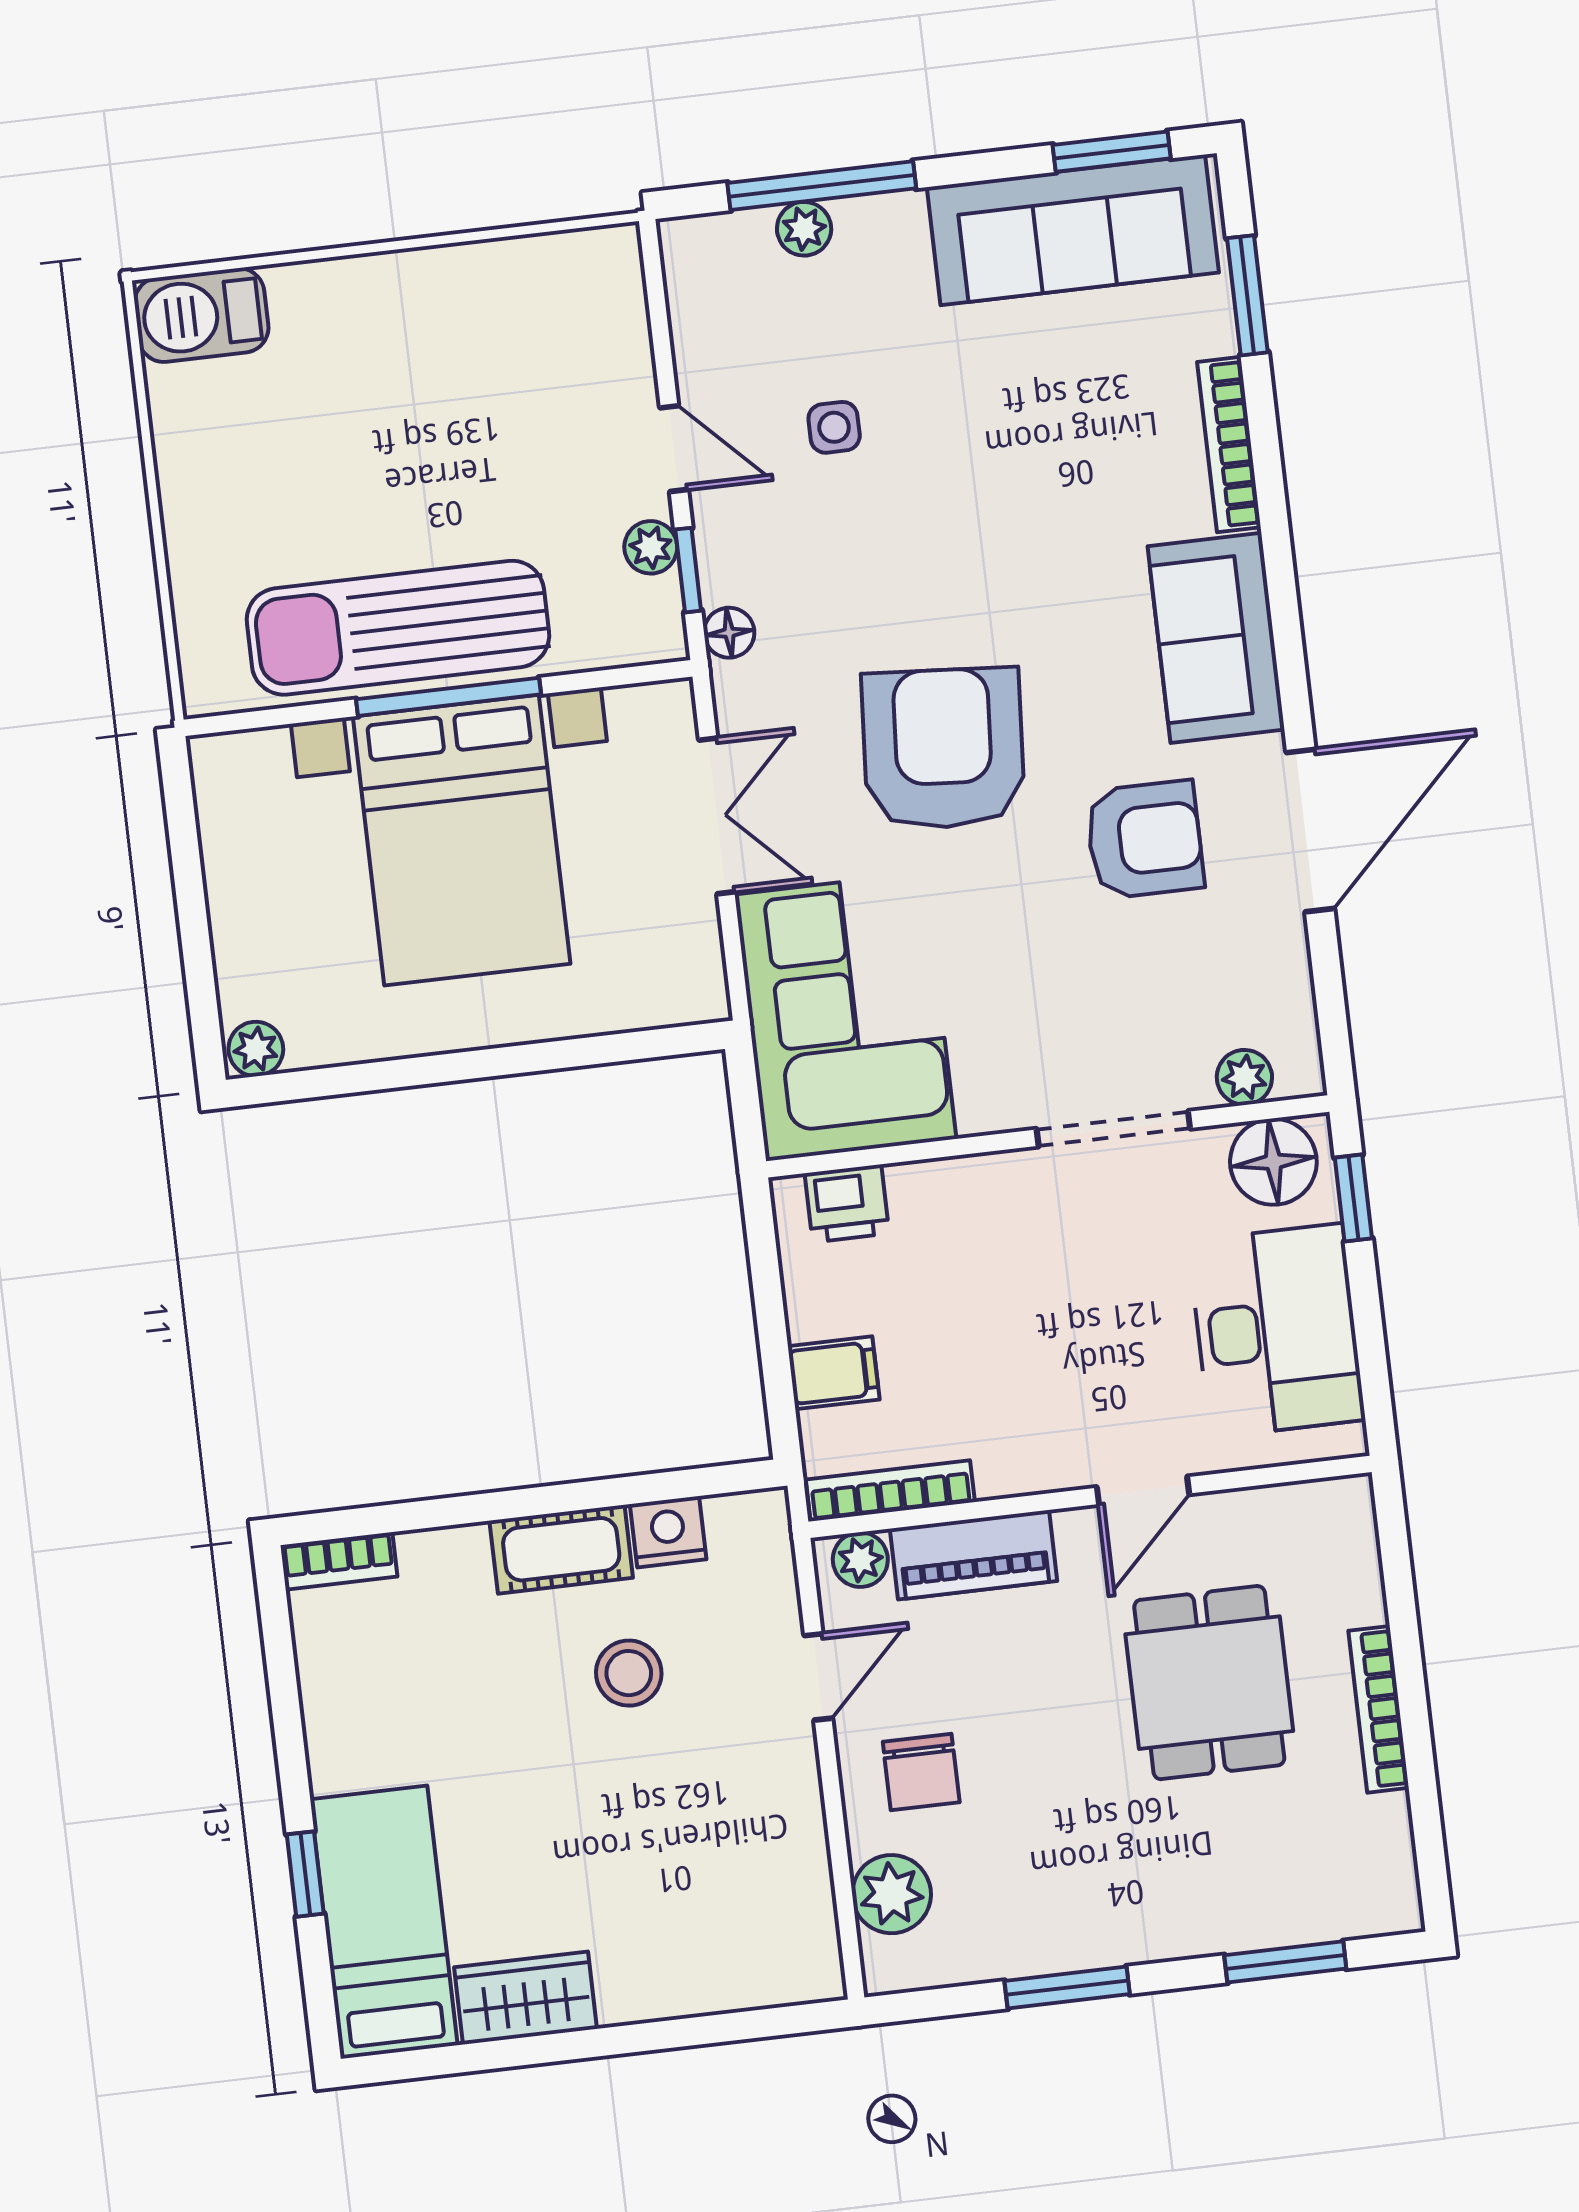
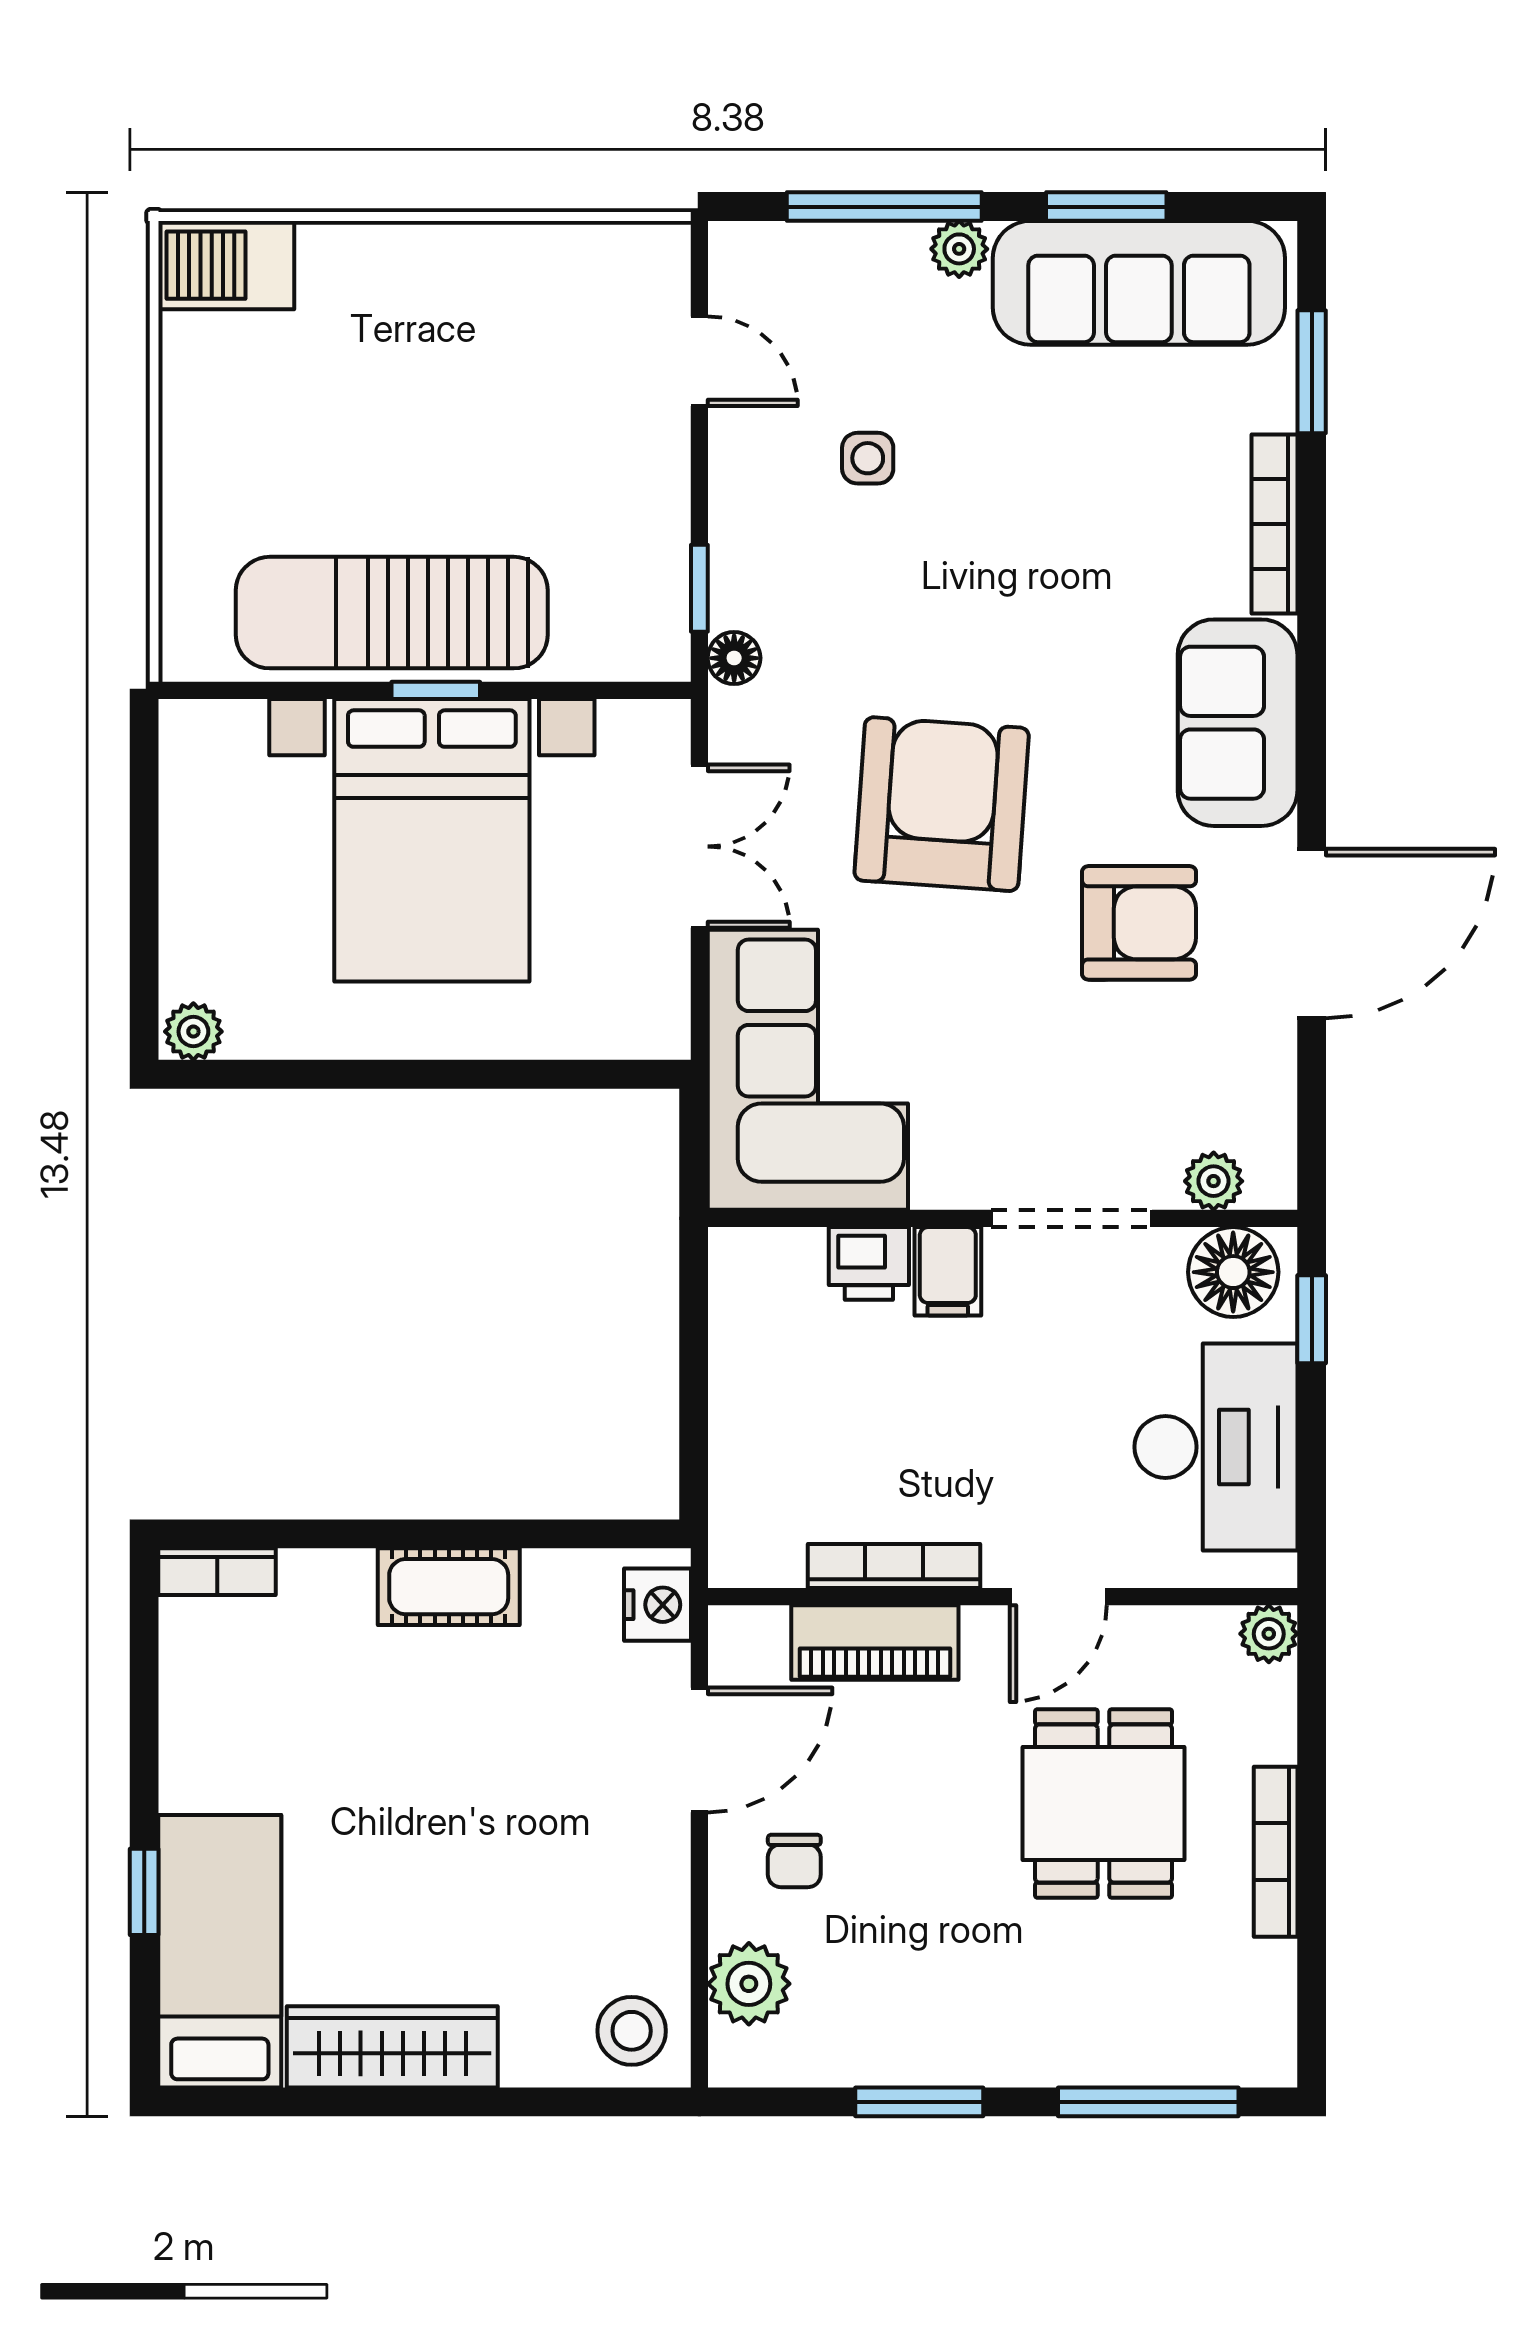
window: (1112, 152) -> (1106, 207), moved
plant: (804, 229) -> (959, 249), moved
door: (674, 449) -> (699, 361), moved
plant: (651, 547) -> (663, 560), removed
window: (449, 697) -> (436, 690), width x0.46
printer: (847, 1203) -> (869, 1263), moved
filing cabinet: (834, 1373) -> (948, 1271), moved, turned 90
bookcase: (890, 1491) -> (894, 1566), moved
nightstand: (668, 1532) -> (657, 1605), moved, turned 90
plant: (860, 1560) -> (1269, 1634), moved
stool: (629, 1673) -> (632, 2031), moved
door: (818, 1677) -> (699, 1750), width x1.38
chair: (921, 1772) -> (794, 1861), width x0.73, depth x0.73
window: (1285, 1962) -> (1148, 2102), width x1.44
wardrobe: (525, 1998) -> (392, 2047), width x1.50

